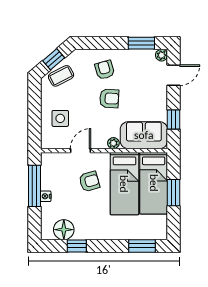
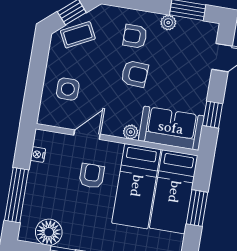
plant: (162, 55) -> (168, 23), moved
armchair: (105, 70) -> (135, 36), turned -74
armchair: (89, 181) -> (92, 176), turned -74
window: (35, 186) -> (16, 195), moved
nightstand: (46, 196) -> (38, 155), moved

